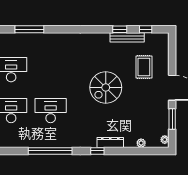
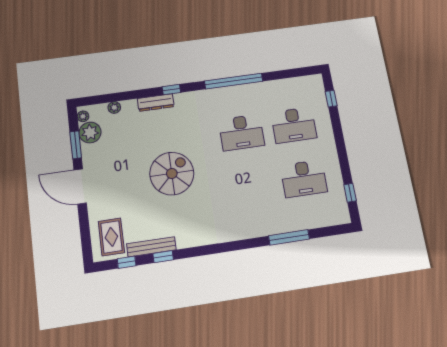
rug: (144, 67) -> (111, 237), moved
plant: (161, 127) -> (90, 133), added

